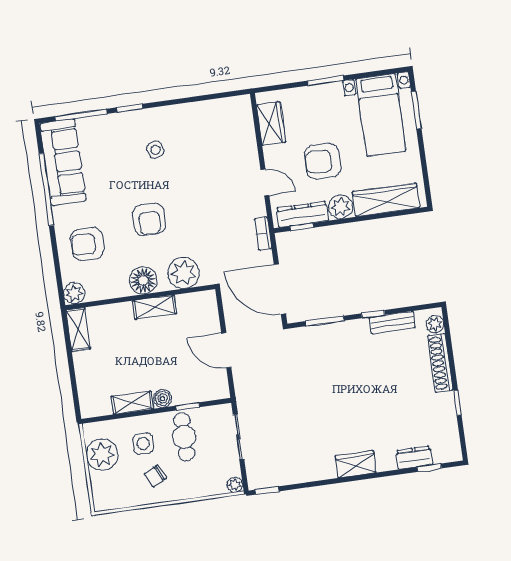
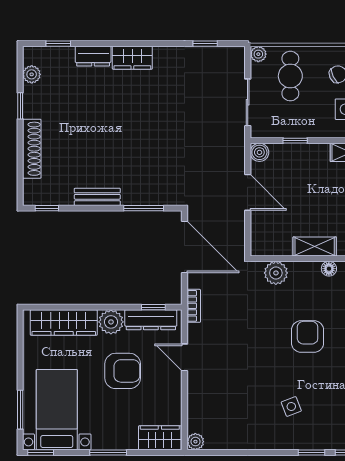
window: (391, 71) -> (41, 453), added
plant: (243, 103) -> (195, 442), added
wardrobe: (271, 124) -> (160, 438), moved, turned 90
plant: (184, 273) -> (276, 273), width x0.73, depth x0.73
floor lamp: (143, 280) -> (329, 269), width x0.53, depth x0.53
window: (373, 314) -> (47, 208), moved
bench: (392, 322) -> (97, 197), moved
plant: (435, 324) -> (32, 74), moved
boiler: (163, 398) -> (259, 152), moved
cafe table: (184, 437) -> (290, 76), moved
dresser: (414, 458) -> (93, 56), moved
window: (267, 490) -> (205, 44), moved

